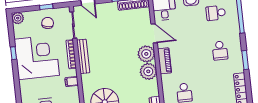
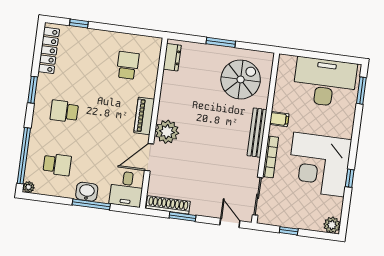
chair: (48, 23) -> (292, 208), removed
door: (154, 33) -> (149, 157), hinge flipped
school desk: (220, 51) -> (64, 111), turned -90
bench: (83, 56) -> (257, 133), moved
plant: (148, 71) -> (170, 107), removed

